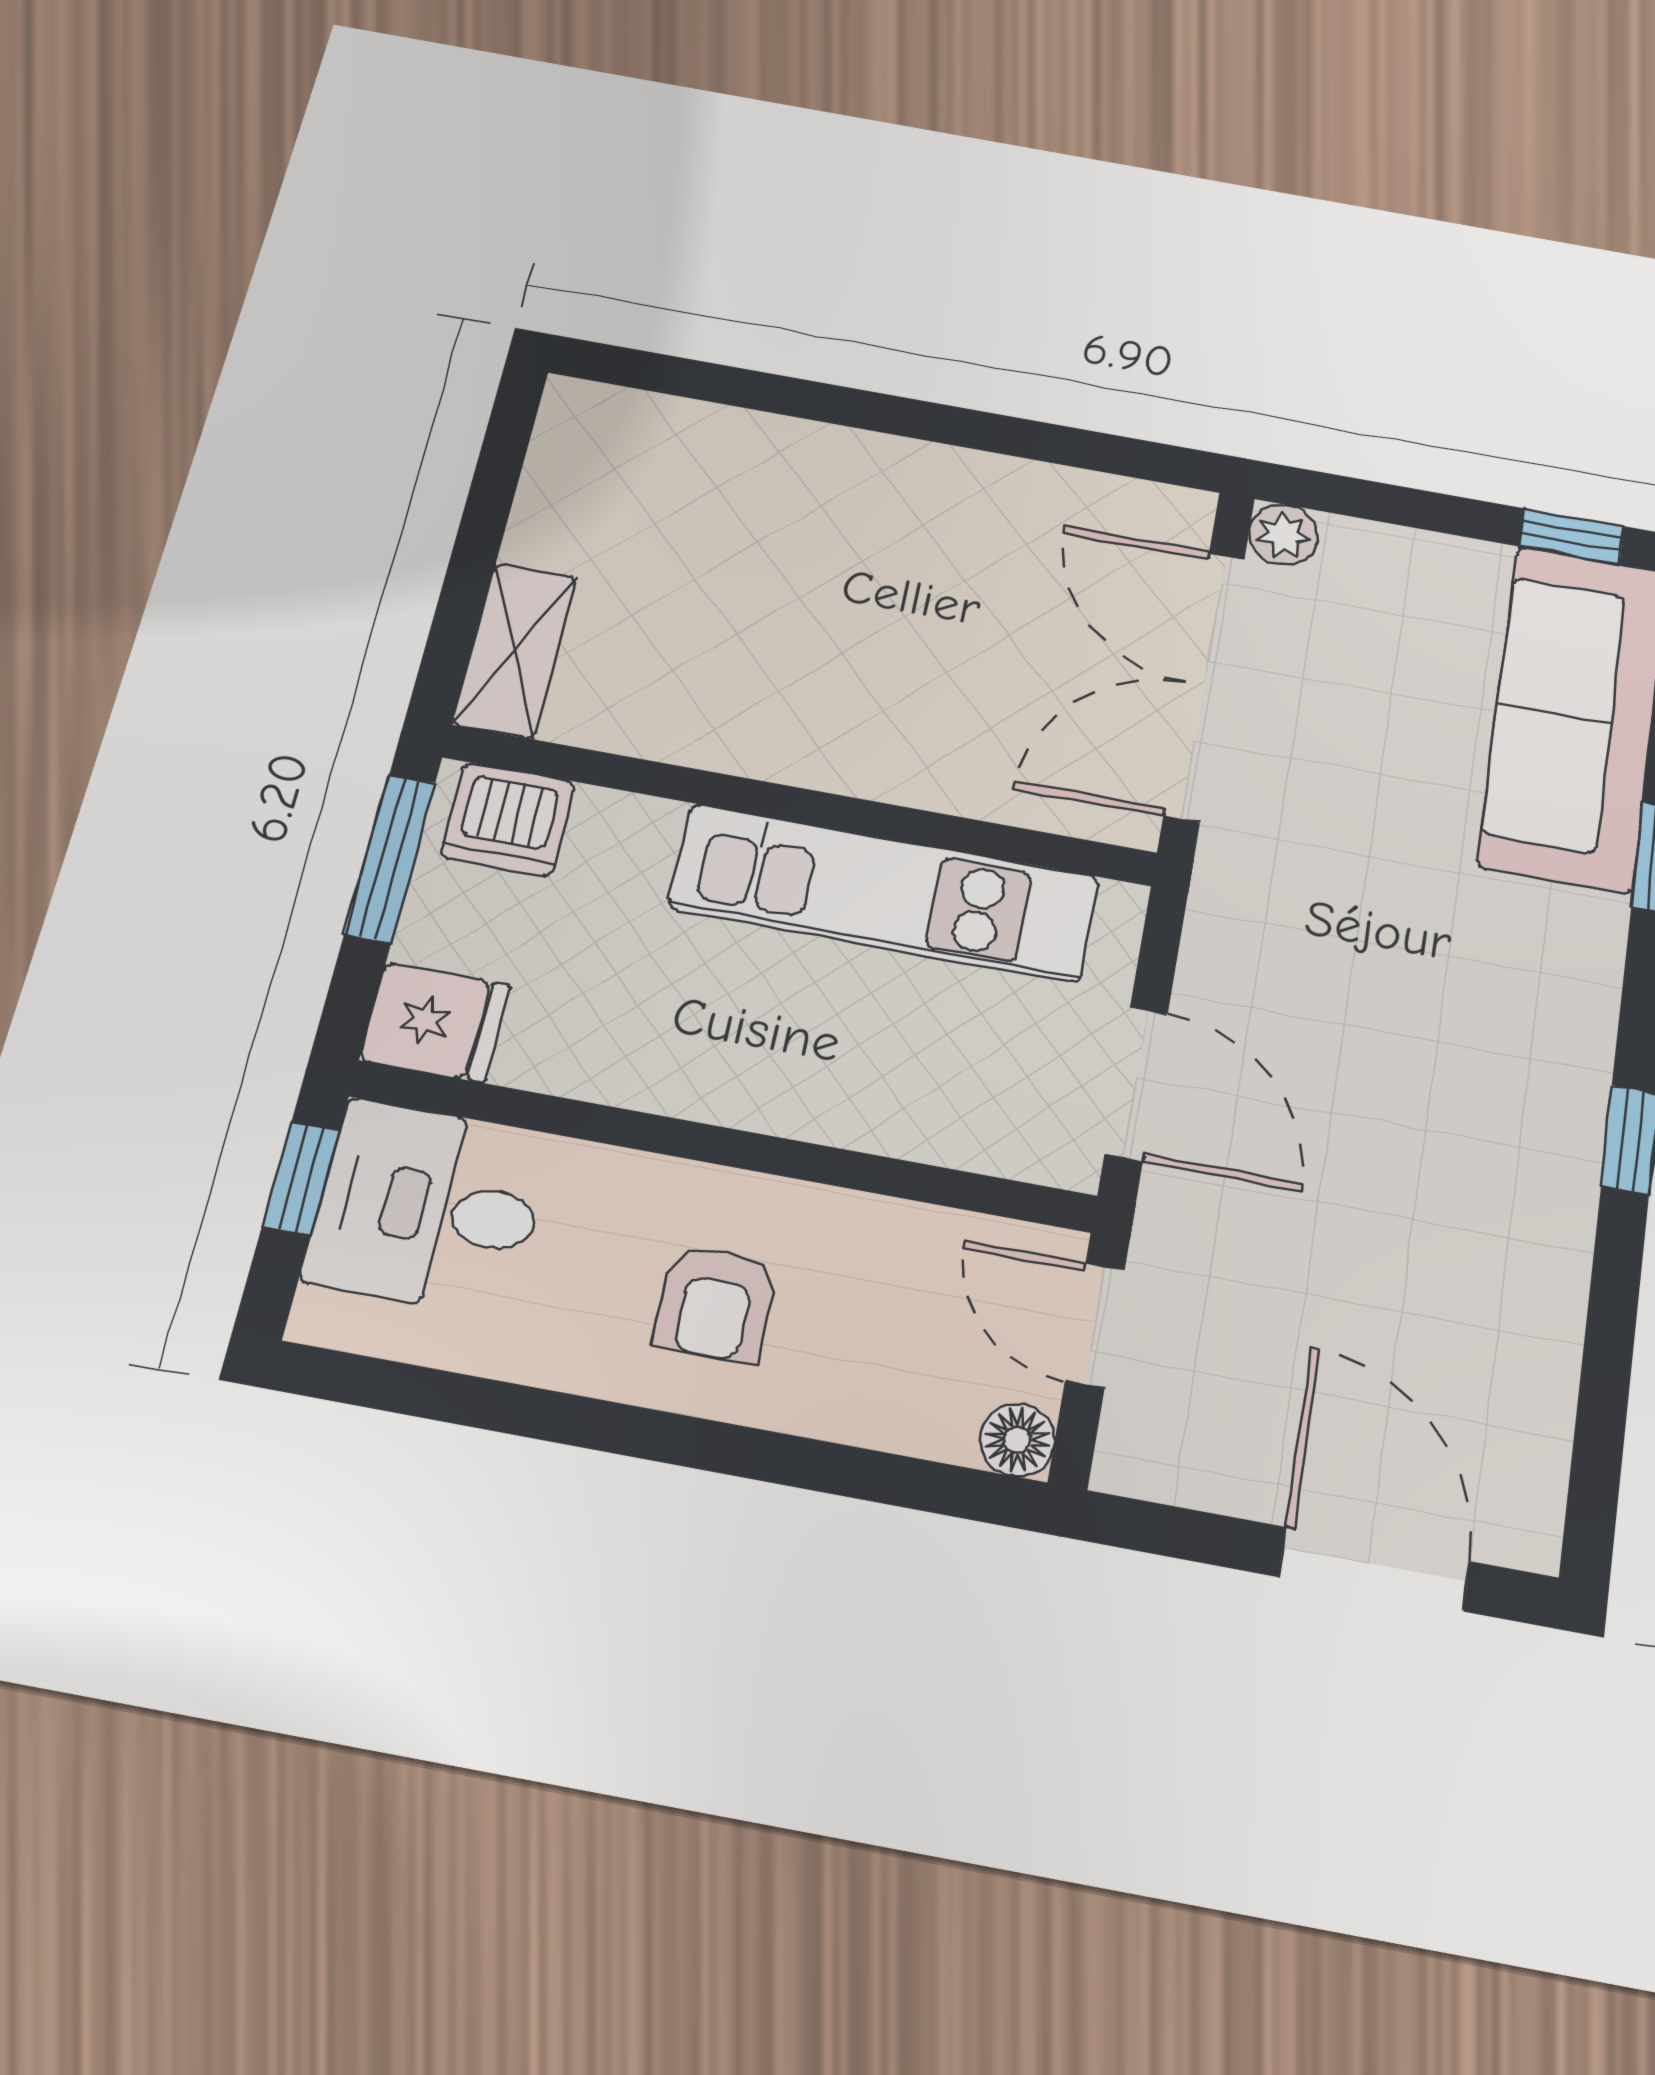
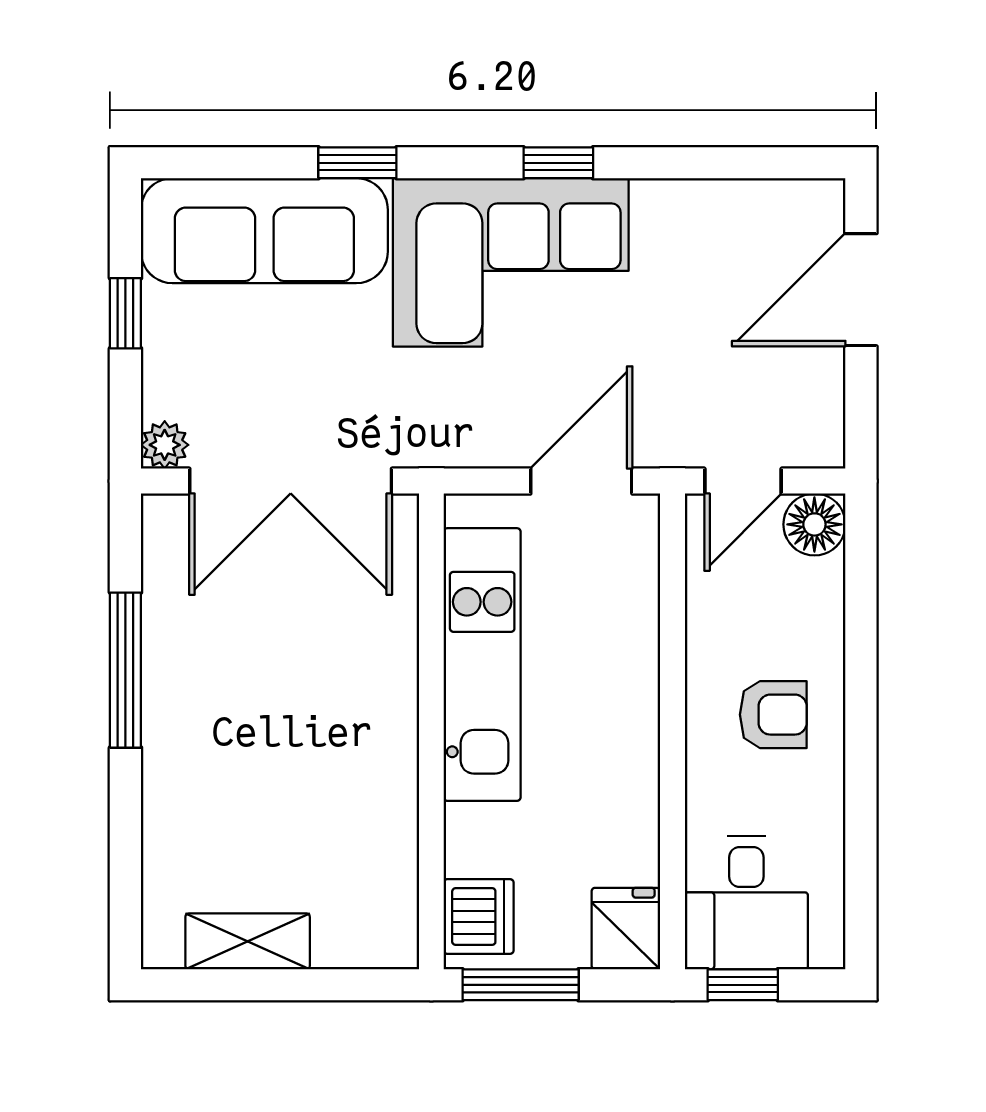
window: (974, 429) -> (125, 670), added
window: (1572, 536) -> (125, 313), moved
shelving: (515, 650) -> (248, 941), moved
corner sofa: (1486, 1044) -> (511, 262), added
floor lamp: (1017, 1440) -> (814, 524), width x1.37, depth x1.37

